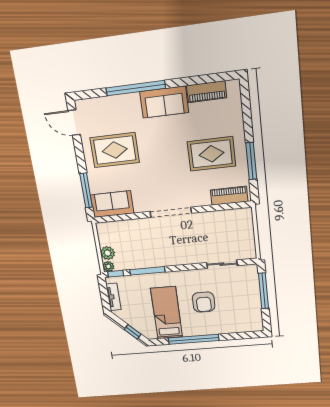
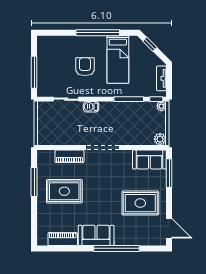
piano: (229, 196) -> (69, 156), moved
plant: (108, 253) -> (160, 139), moved
barbecue: (191, 258) -> (91, 107), added

